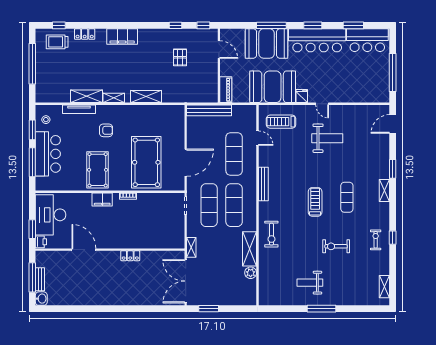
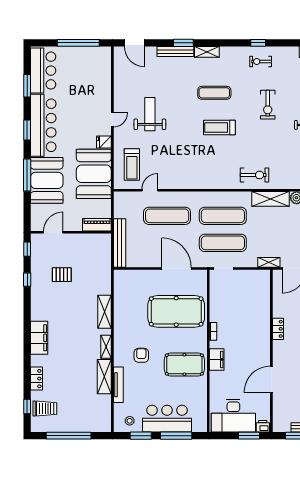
trolley: (57, 42) -> (45, 409), turned -90
bench: (263, 184) -> (175, 52), moved

